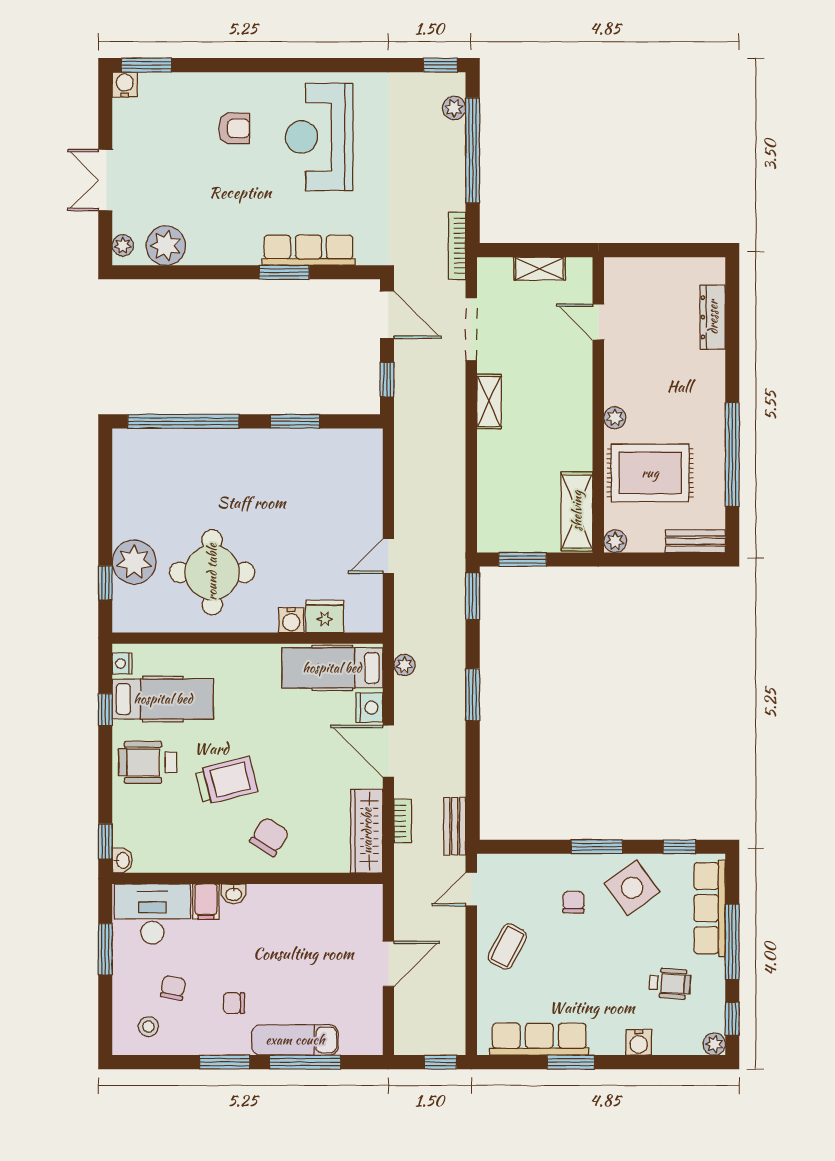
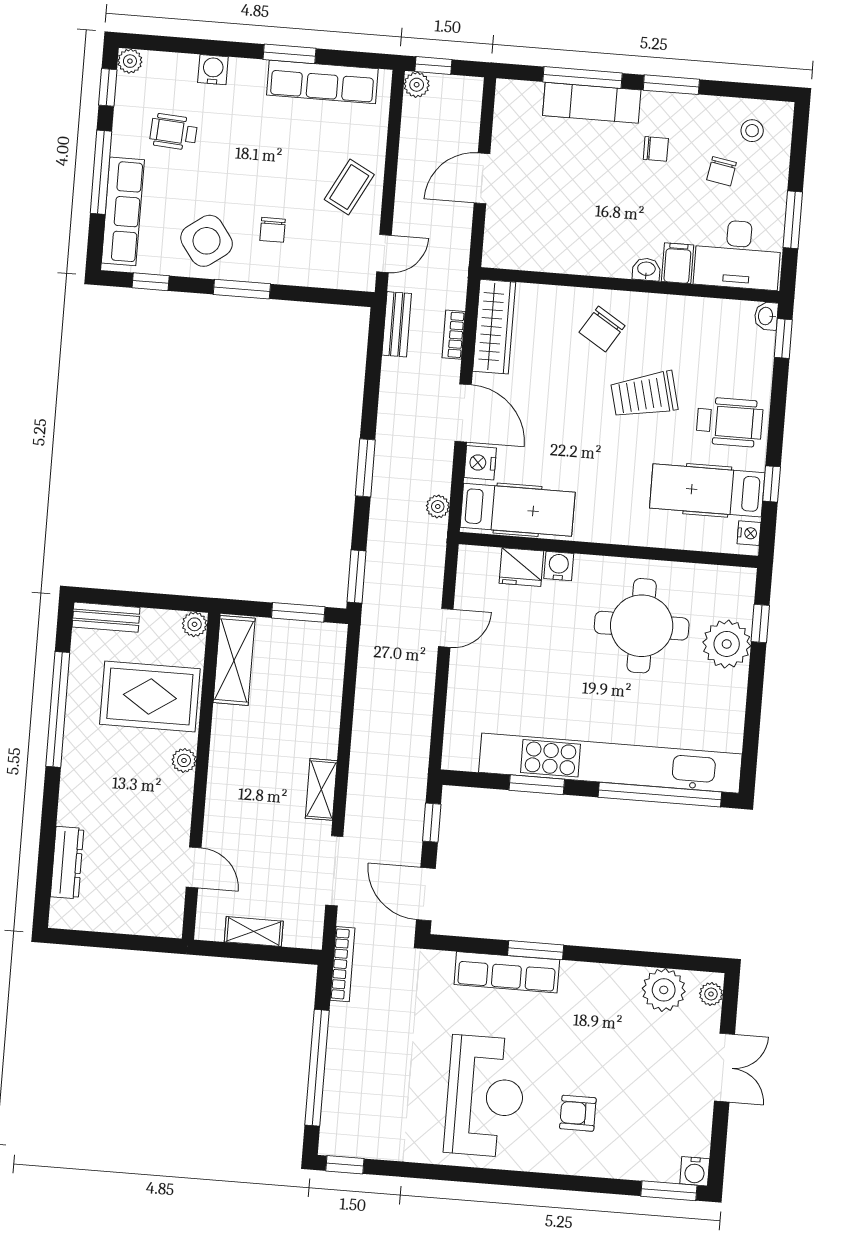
plant: (454, 108) -> (417, 85), moved
kitchen unit: (230, 446) -> (610, 763), added

